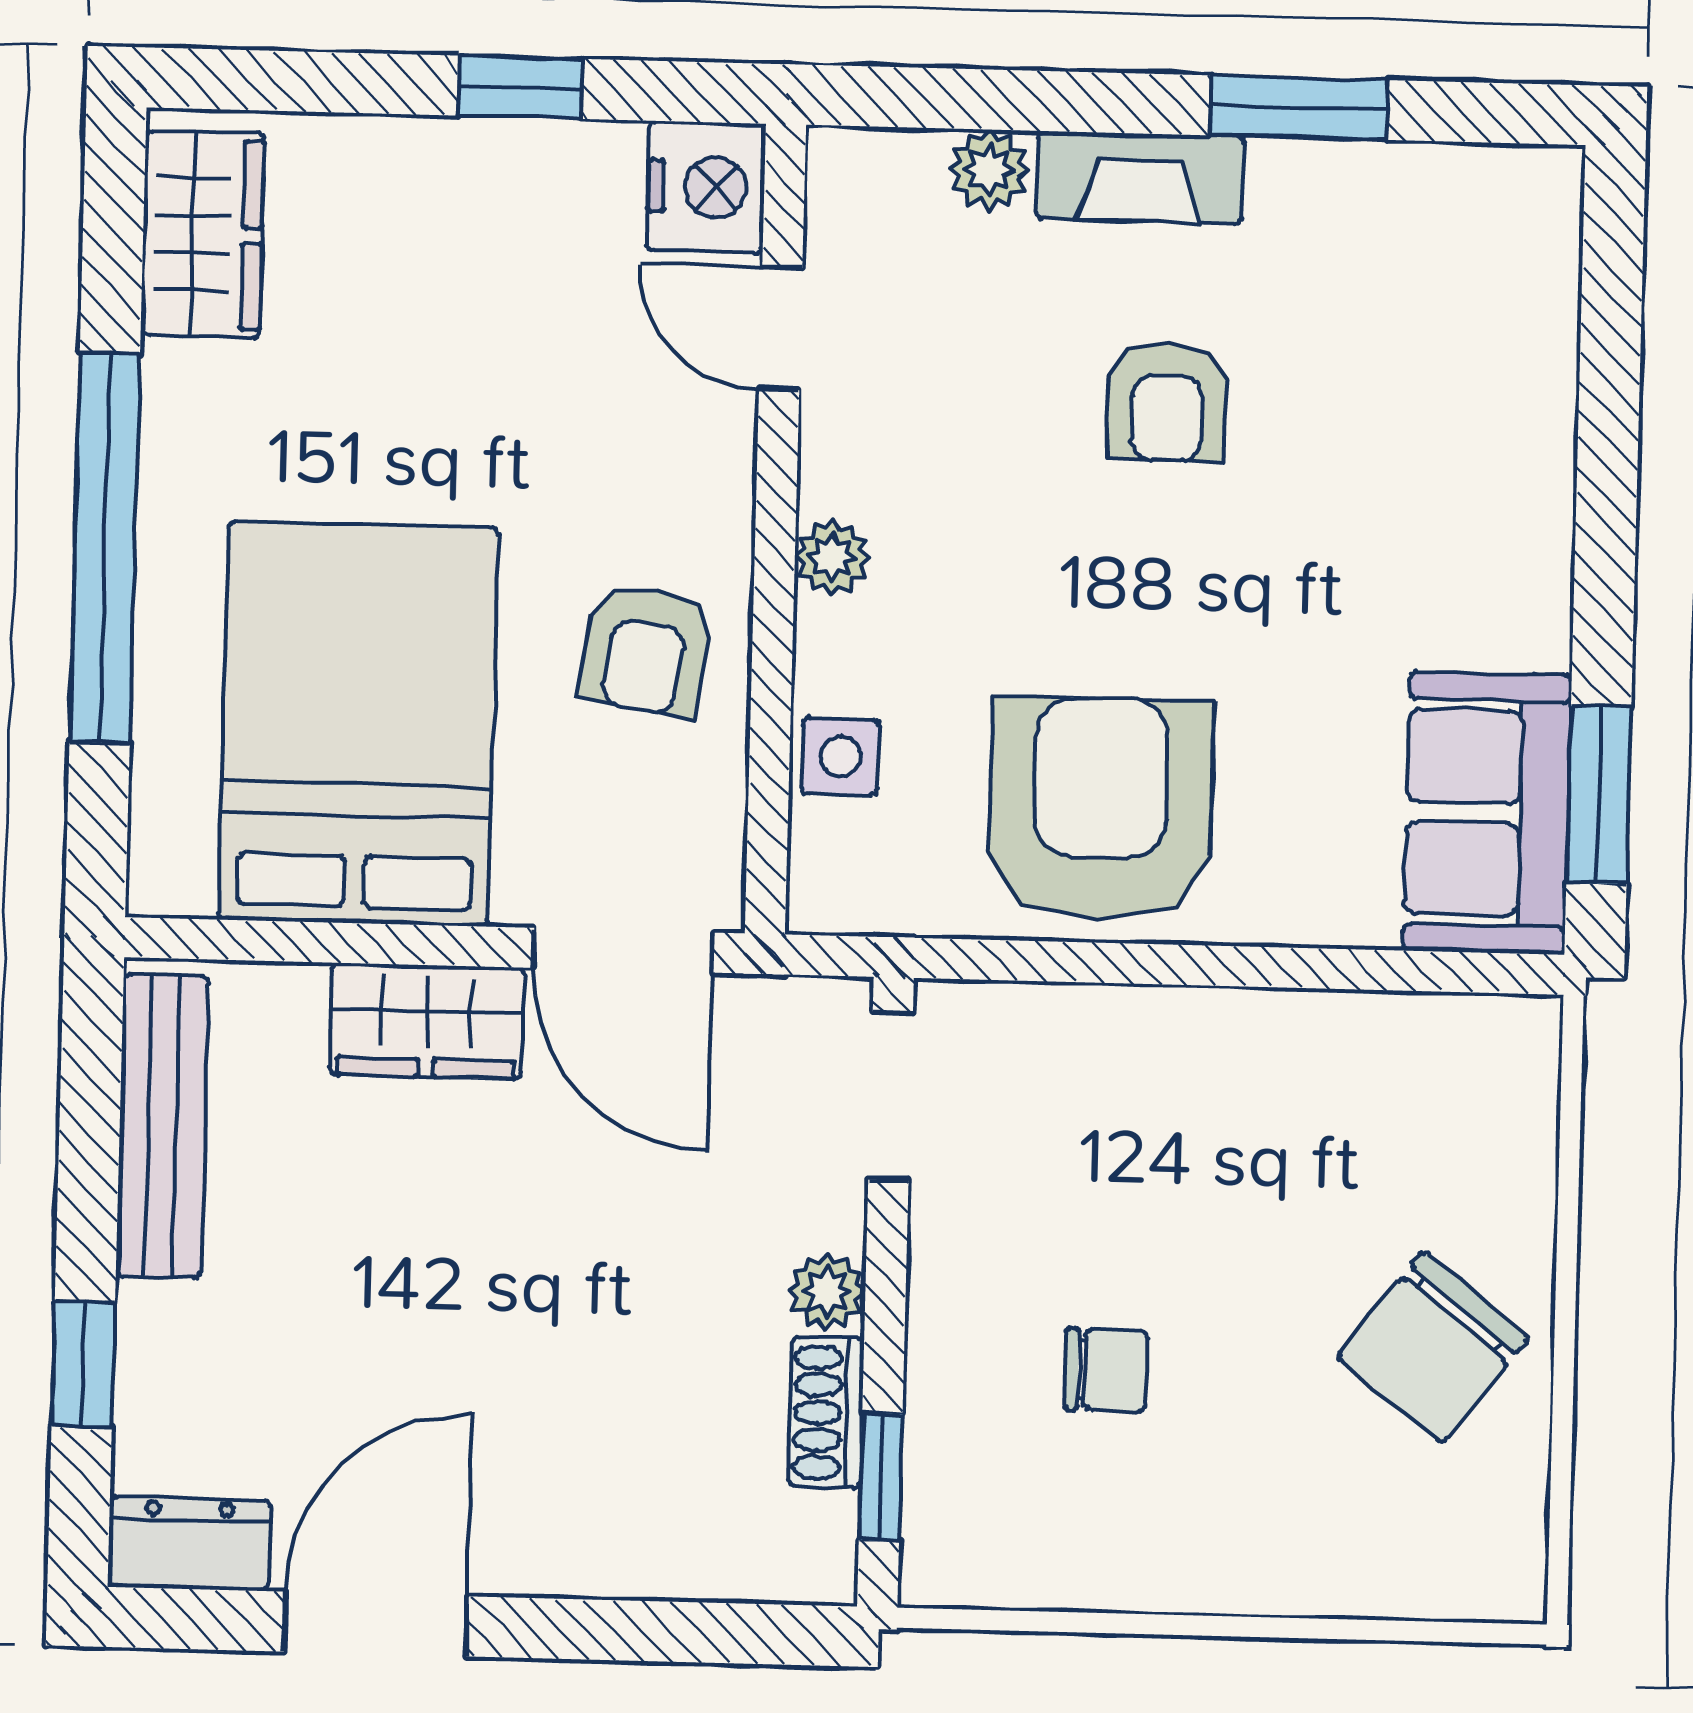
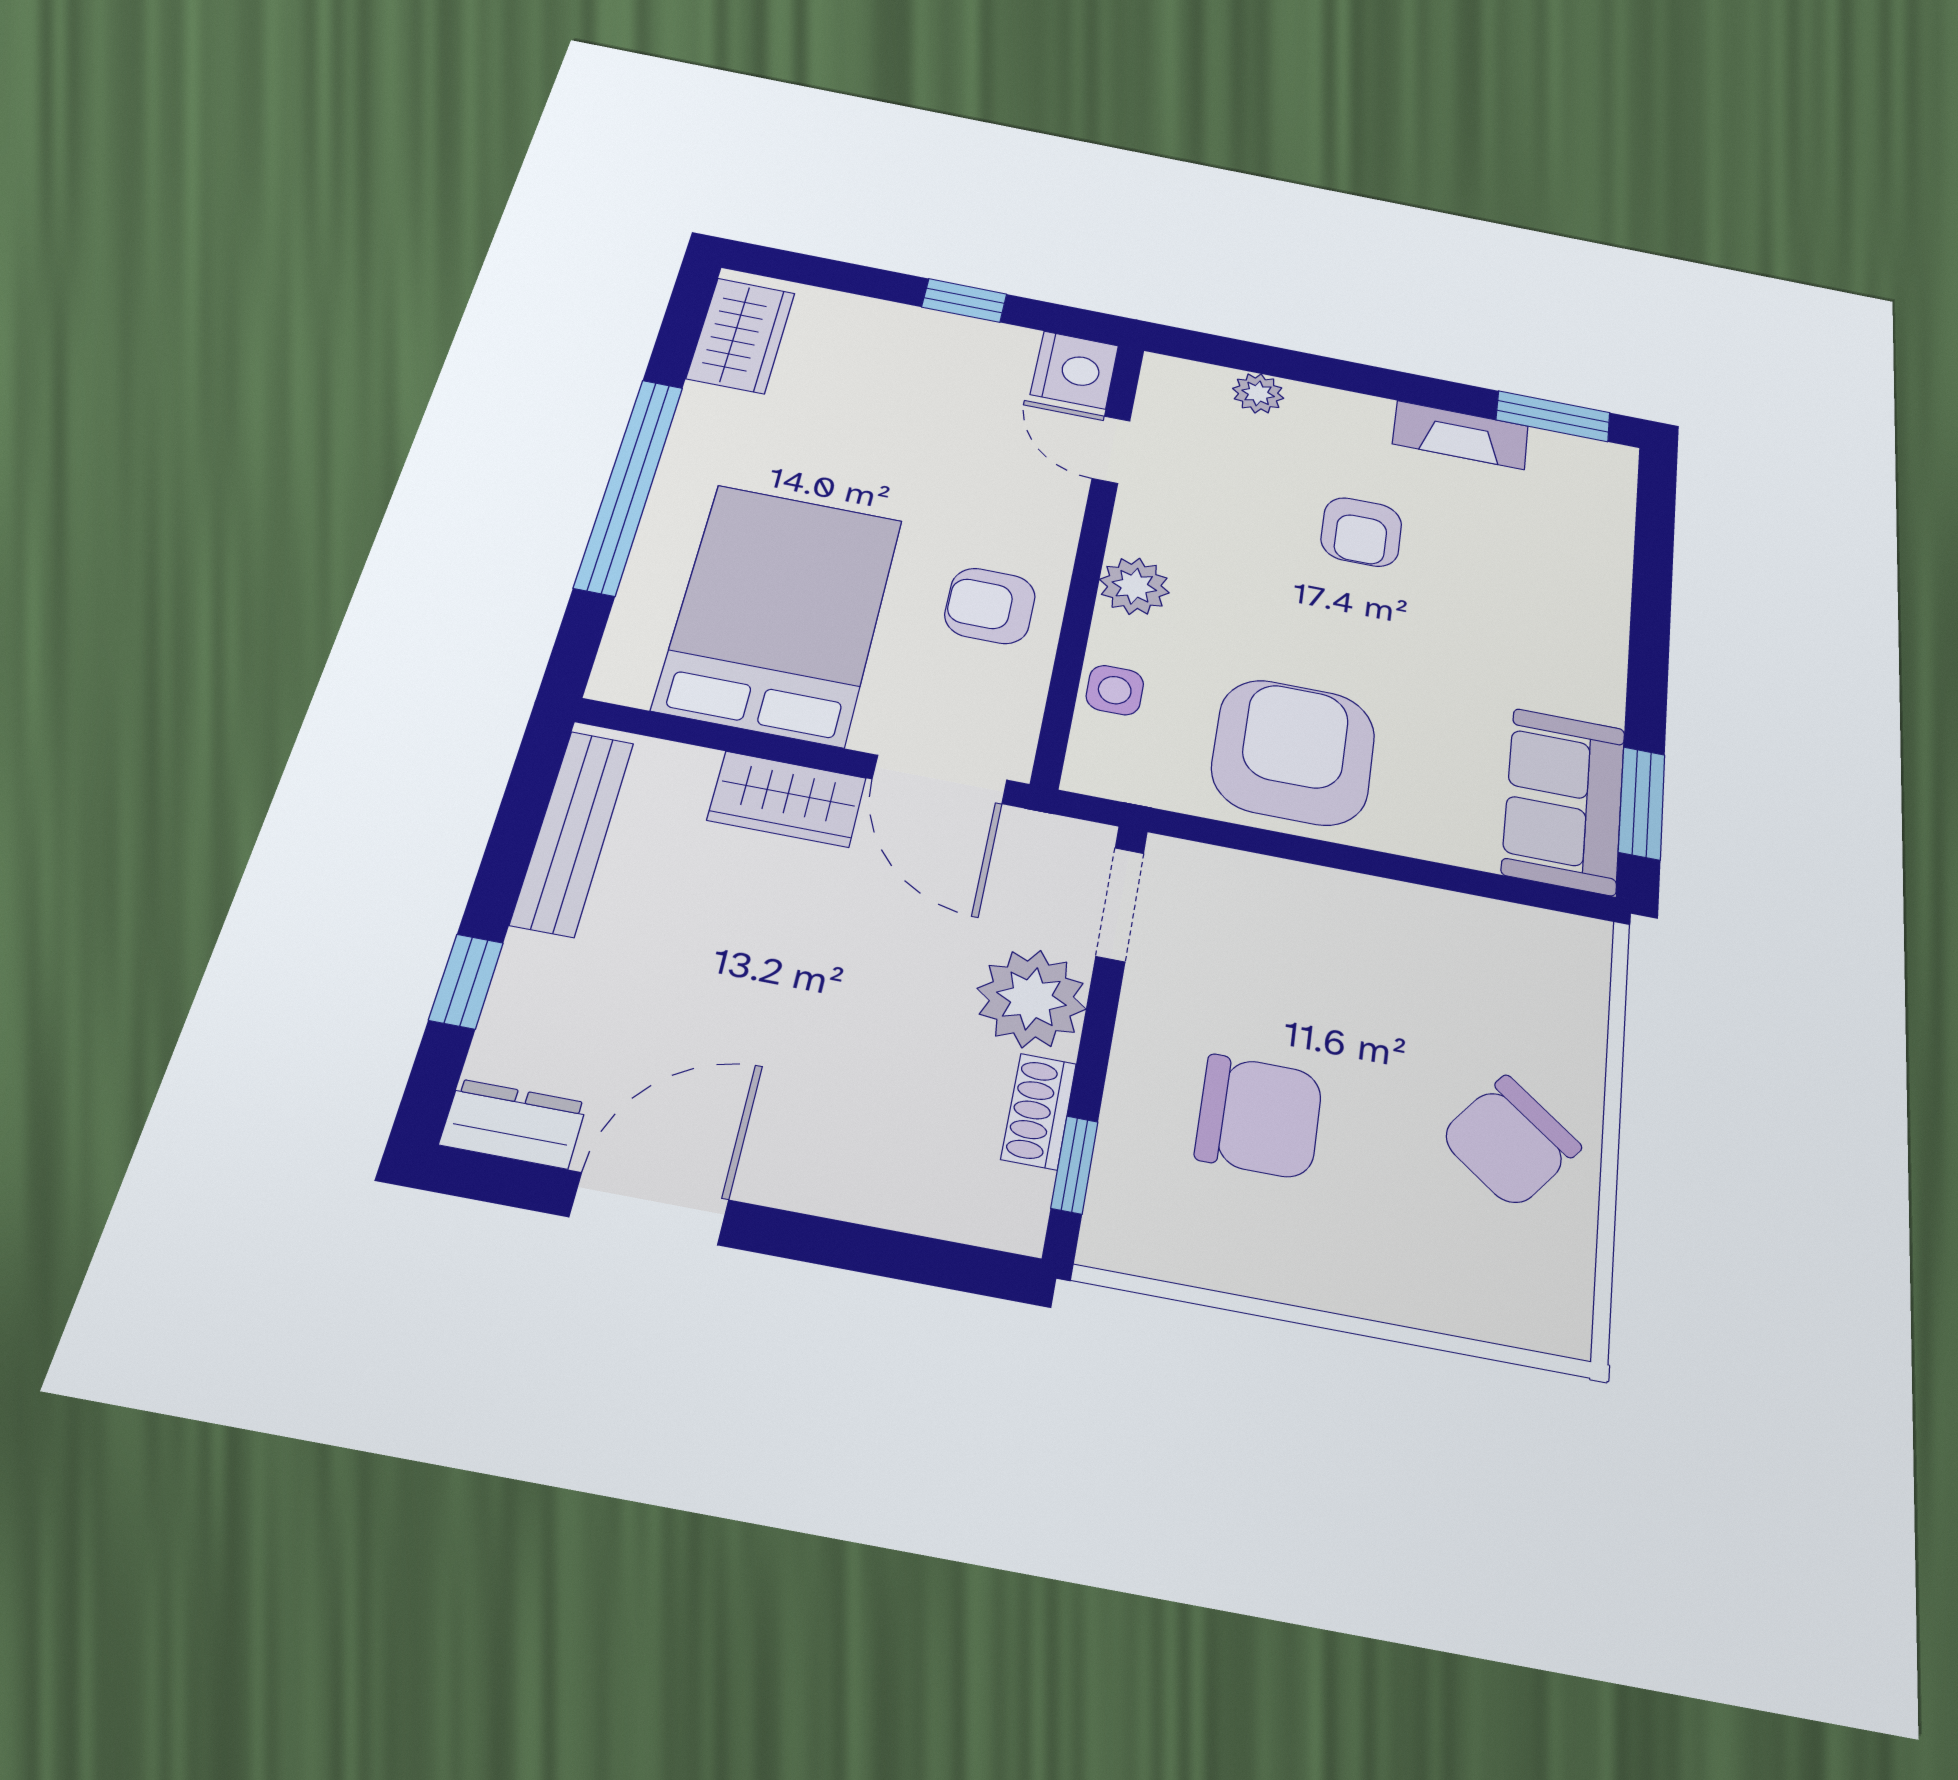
window: (1299, 108) -> (1553, 416), moved
fireplace: (1140, 178) -> (1460, 435), moved
plant: (832, 557) -> (1134, 586), width x1.38, depth x1.38
armchair: (646, 649) -> (990, 606), turned 81
plant: (827, 1291) -> (1031, 999), width x1.87, depth x1.87
chair: (1106, 1370) -> (1259, 1117), width x1.87, depth x1.87

